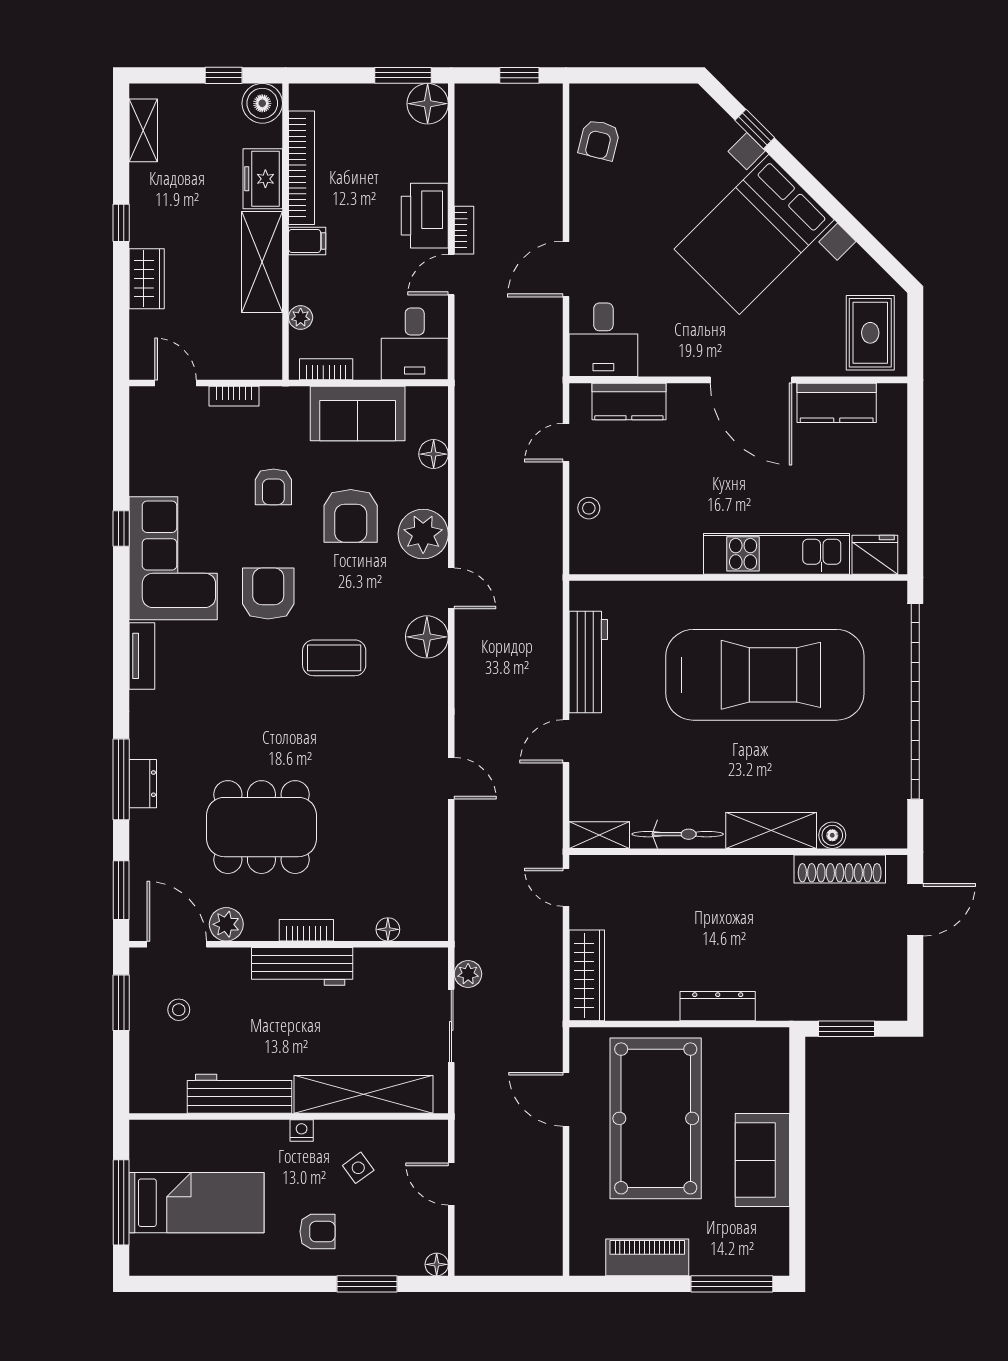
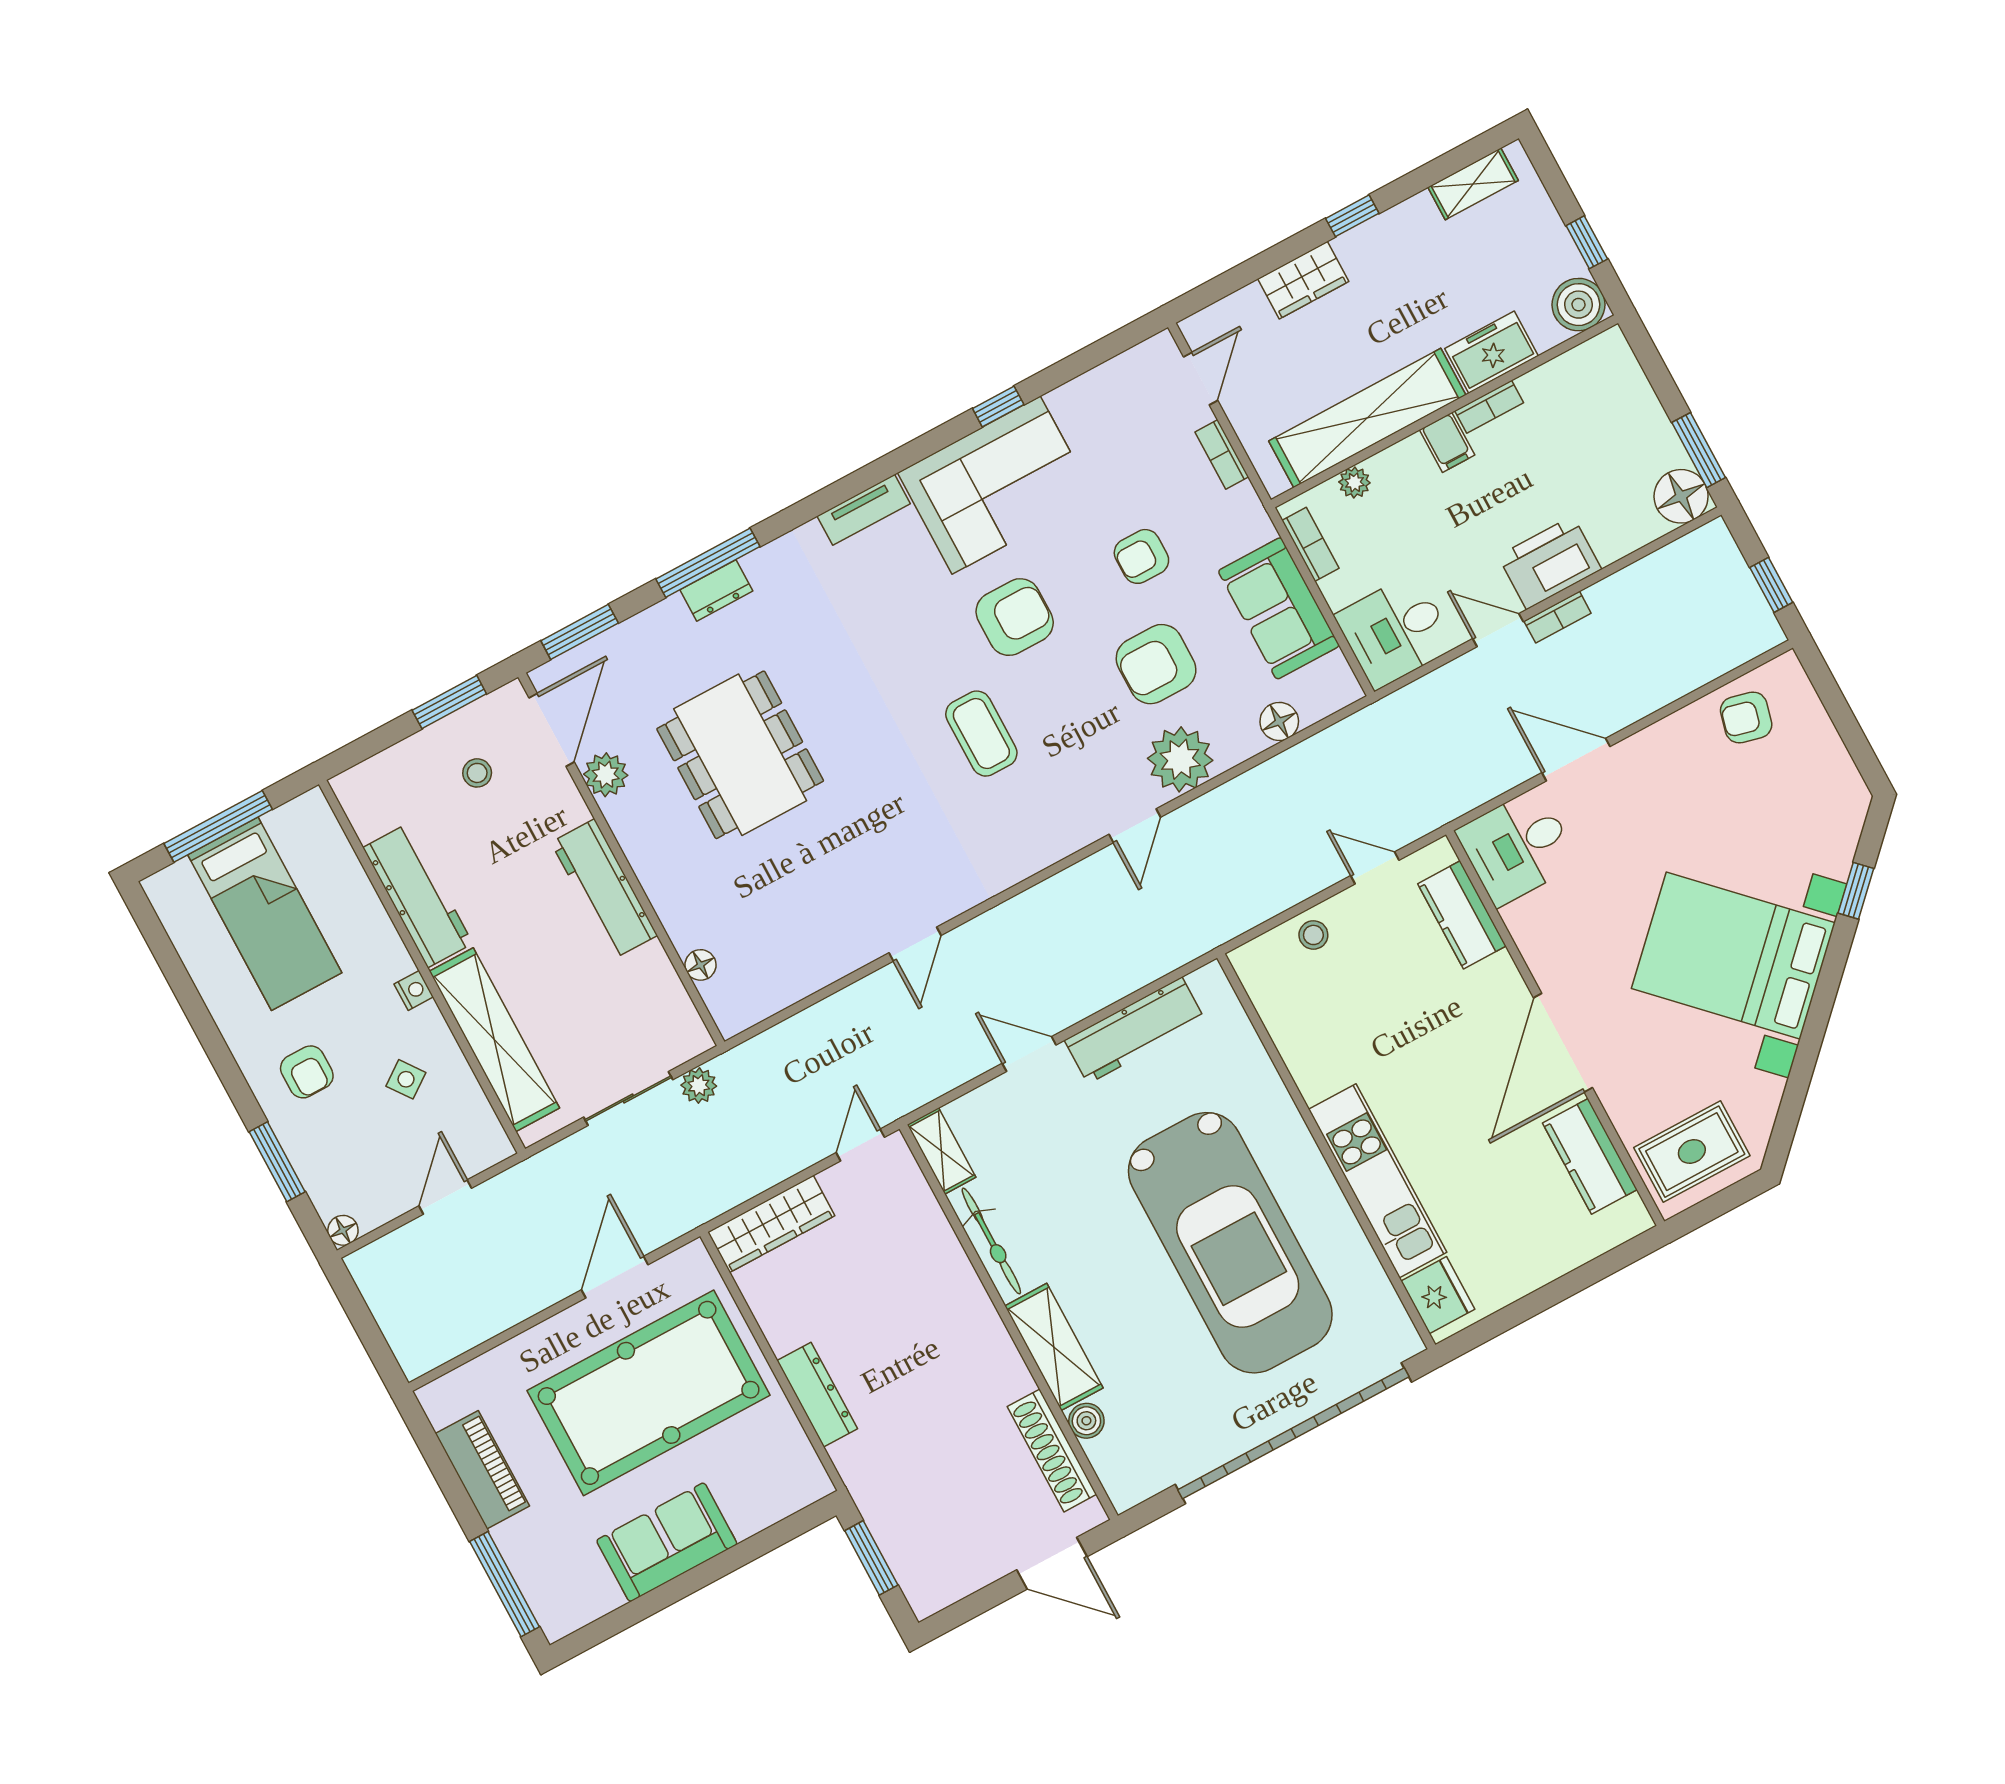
bookcase: (302, 168) -> (1489, 407), width x0.43, depth x0.76
shelving: (262, 262) -> (1367, 418), width x1.47
floor lamp: (427, 637) -> (1063, 828), removed
bookcase: (306, 930) -> (649, 871), removed

